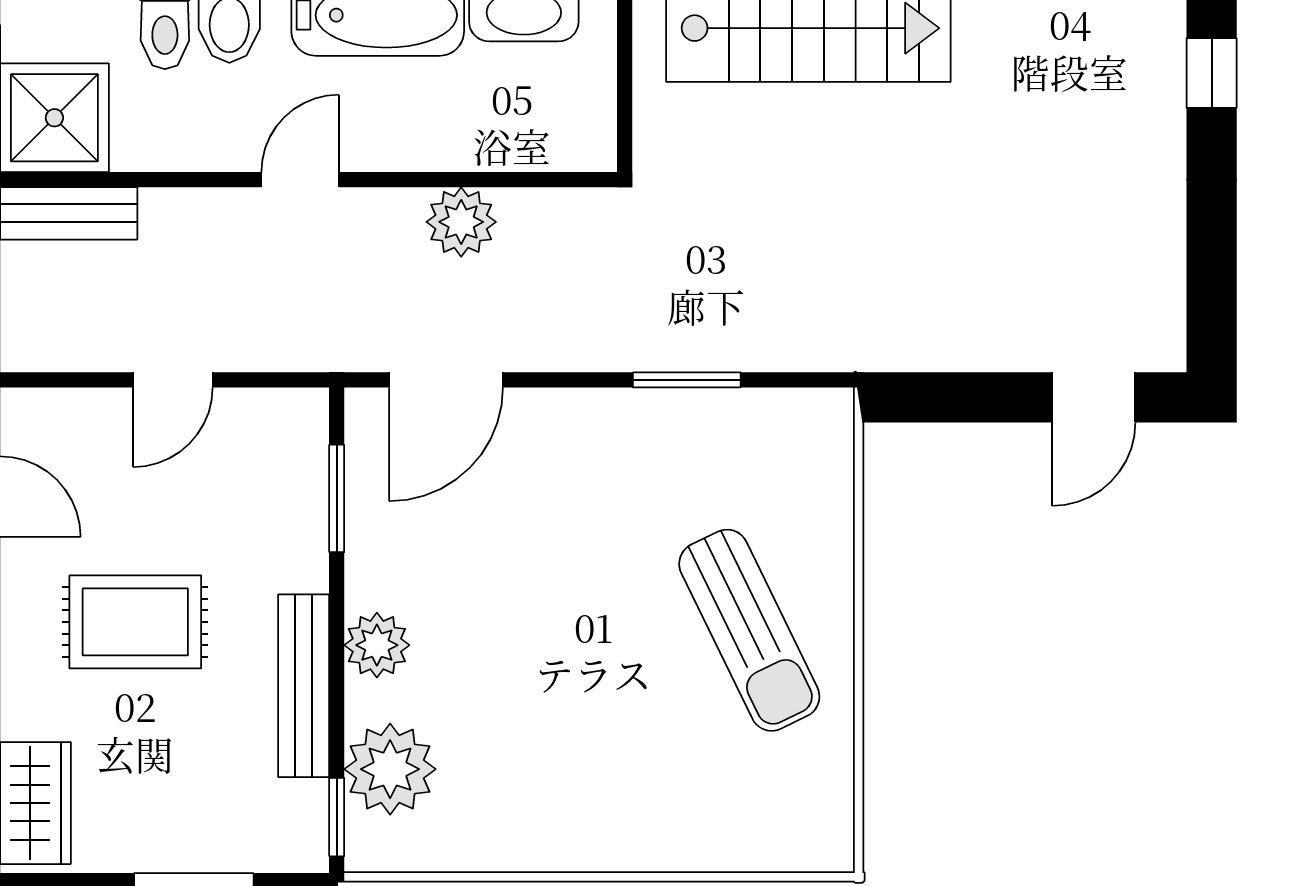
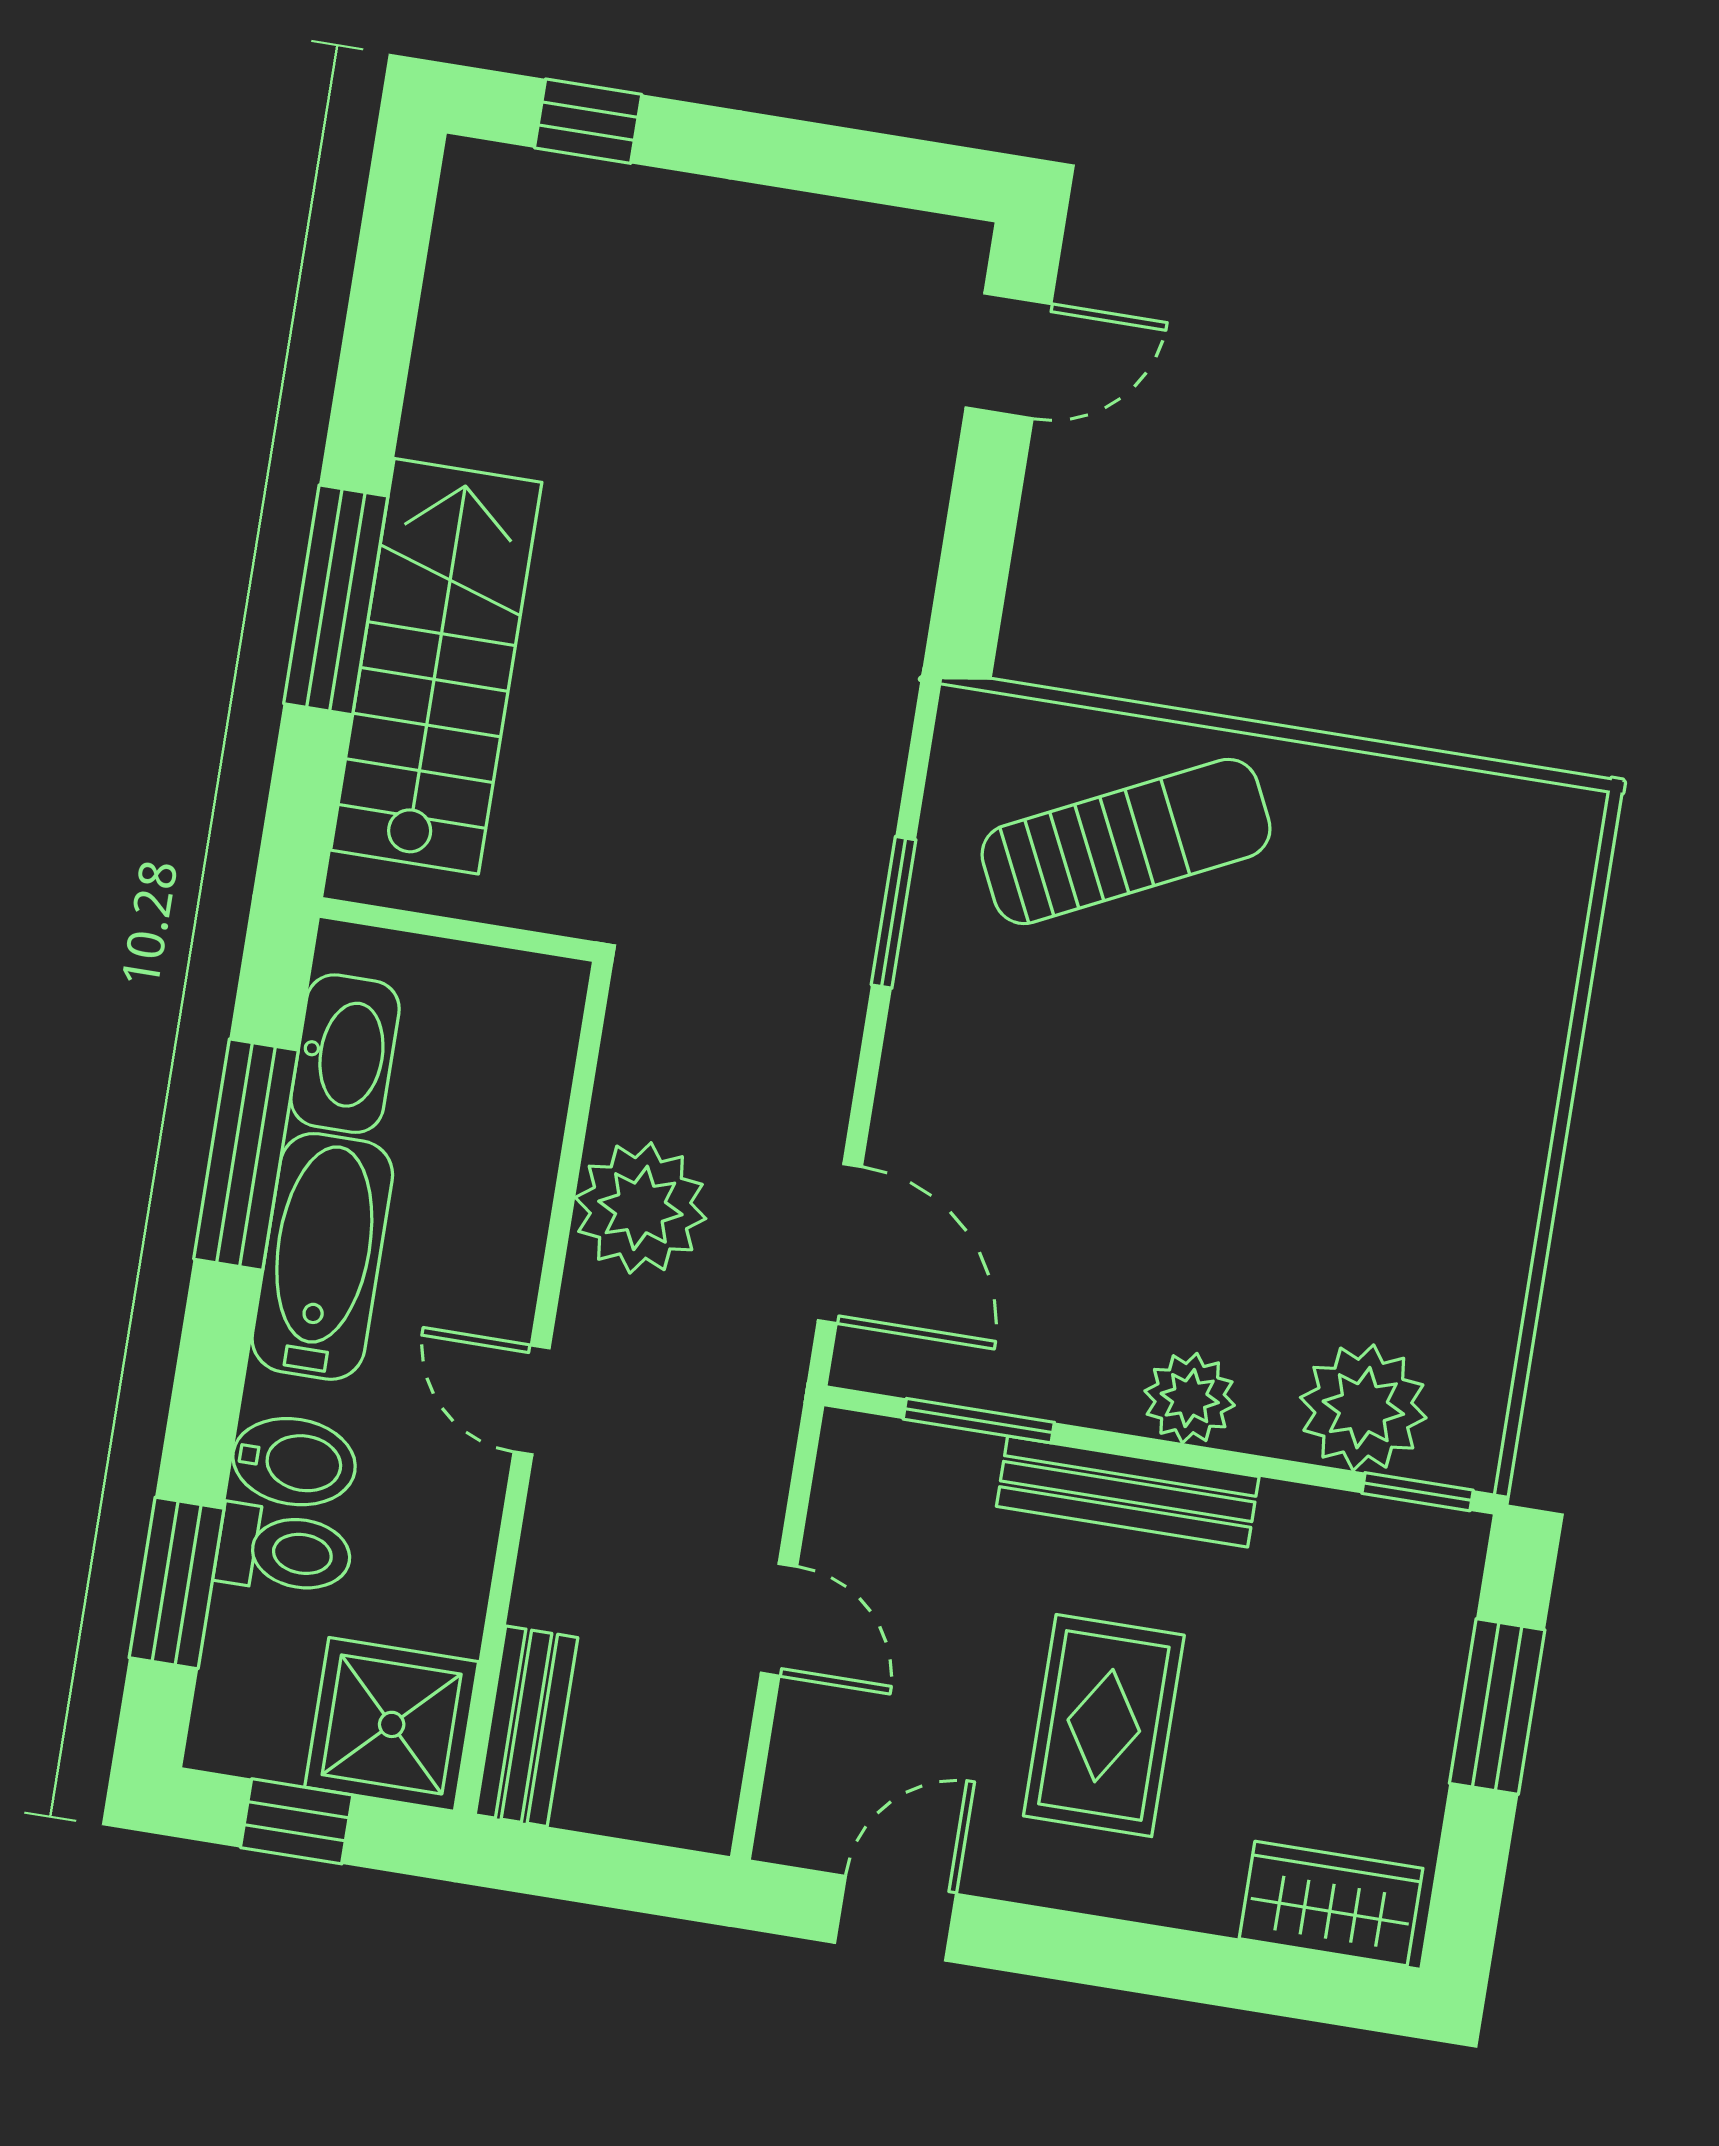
plant: (461, 222) -> (640, 1208), width x1.36, depth x1.36
door: (1094, 397) -> (1008, 356), hinge flipped
sun lounger: (749, 630) -> (1126, 841), moved
bench: (304, 686) -> (1128, 1491), moved

